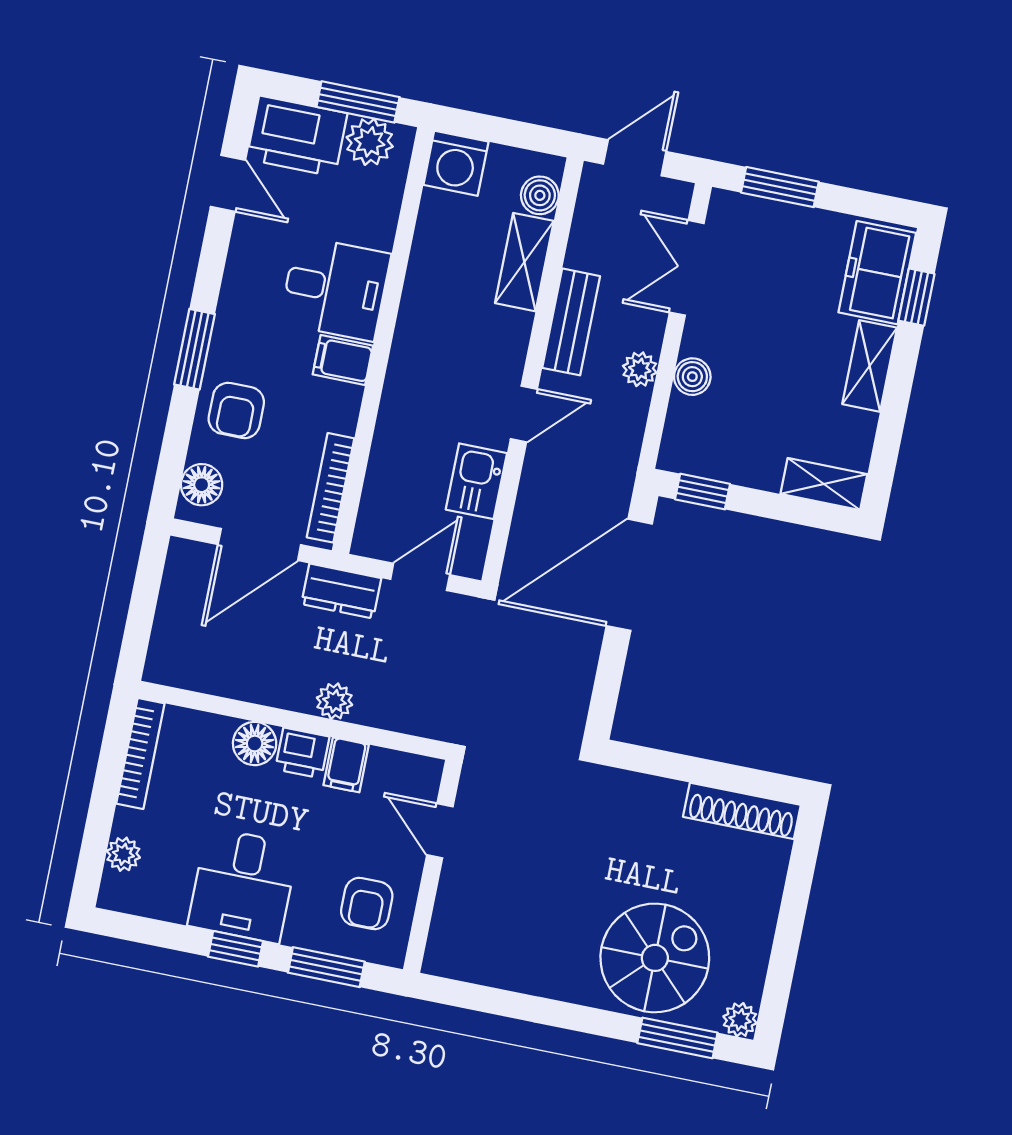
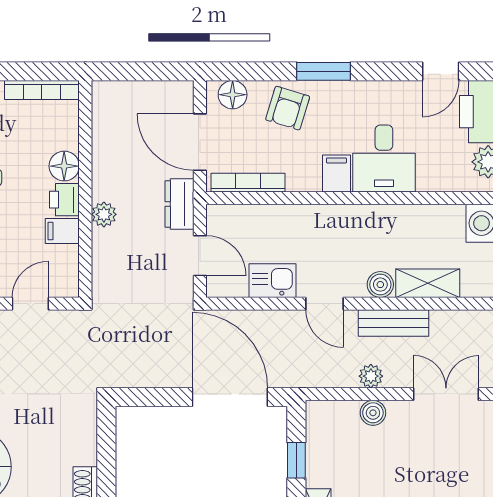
boiler: (540, 195) -> (380, 285), moved
armchair: (236, 410) -> (288, 108), turned -73
window: (703, 492) -> (296, 460), moved

